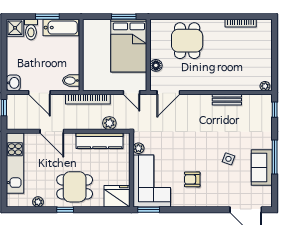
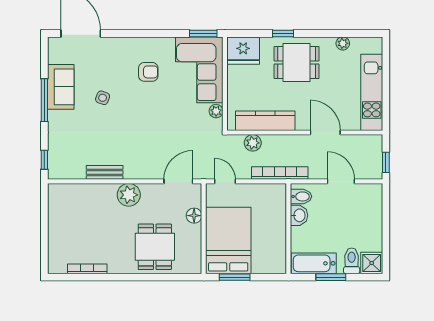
washbasin: (13, 83) -> (299, 215), moved, turned 180
plant: (265, 86) -> (129, 195), moved, width x1.88, depth x1.88
window: (65, 210) -> (283, 34), moved

